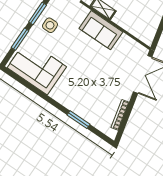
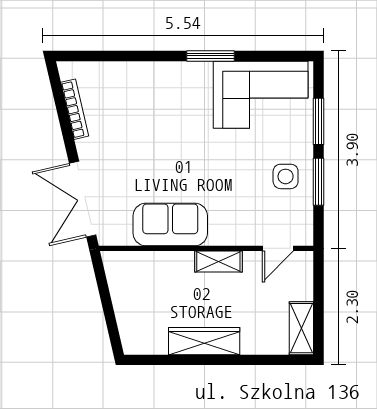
sofa: (101, 30) -> (170, 224), moved
window: (78, 120) -> (210, 56), moved

